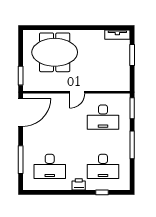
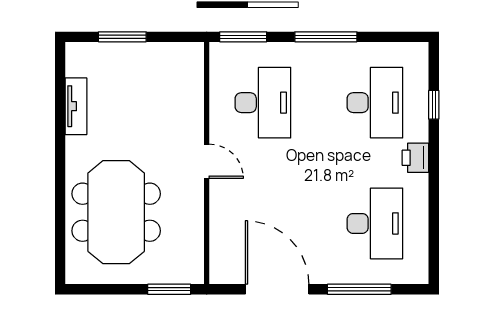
tv unit: (117, 35) -> (76, 106), moved
door: (21, 112) -> (277, 289), moved

